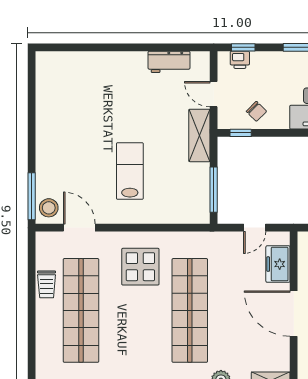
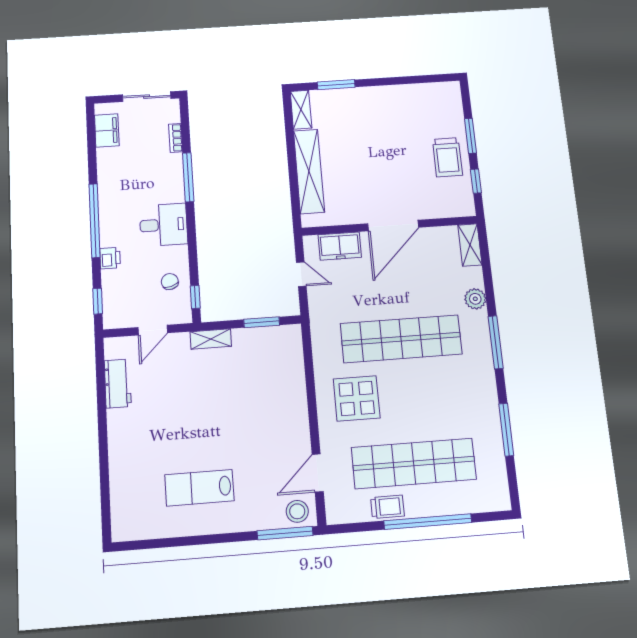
printer: (240, 60) -> (110, 258), moved
chair: (256, 111) -> (170, 282), turned -61
shelving: (199, 135) -> (211, 339), width x0.67, depth x0.75
lab bench: (130, 171) -> (199, 488), moved
window: (214, 190) -> (262, 322), width x0.69
window: (32, 317) -> (428, 522), added

